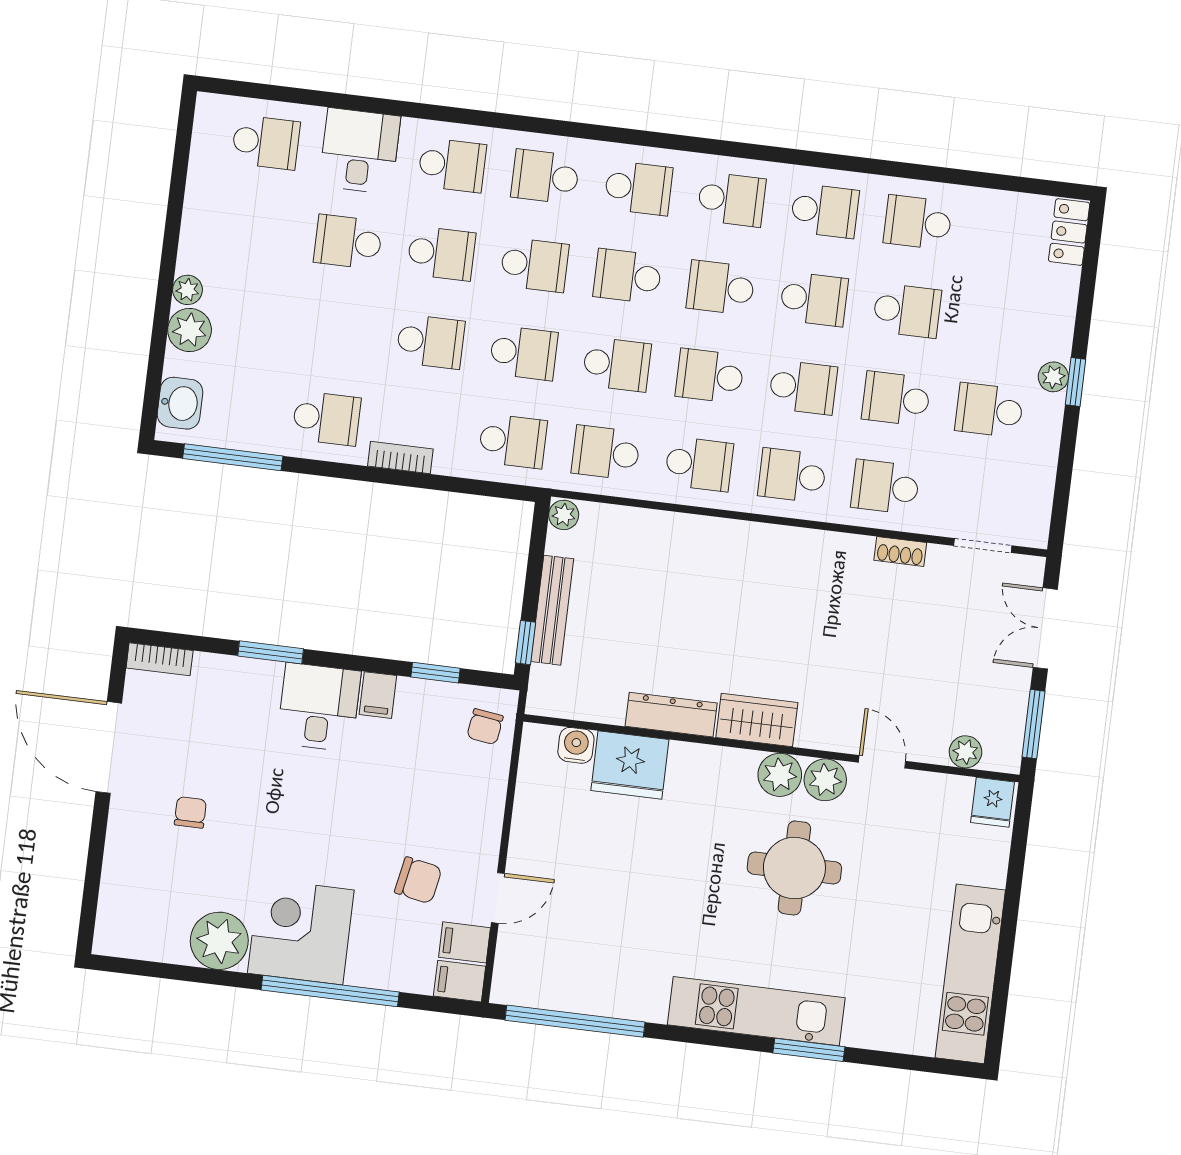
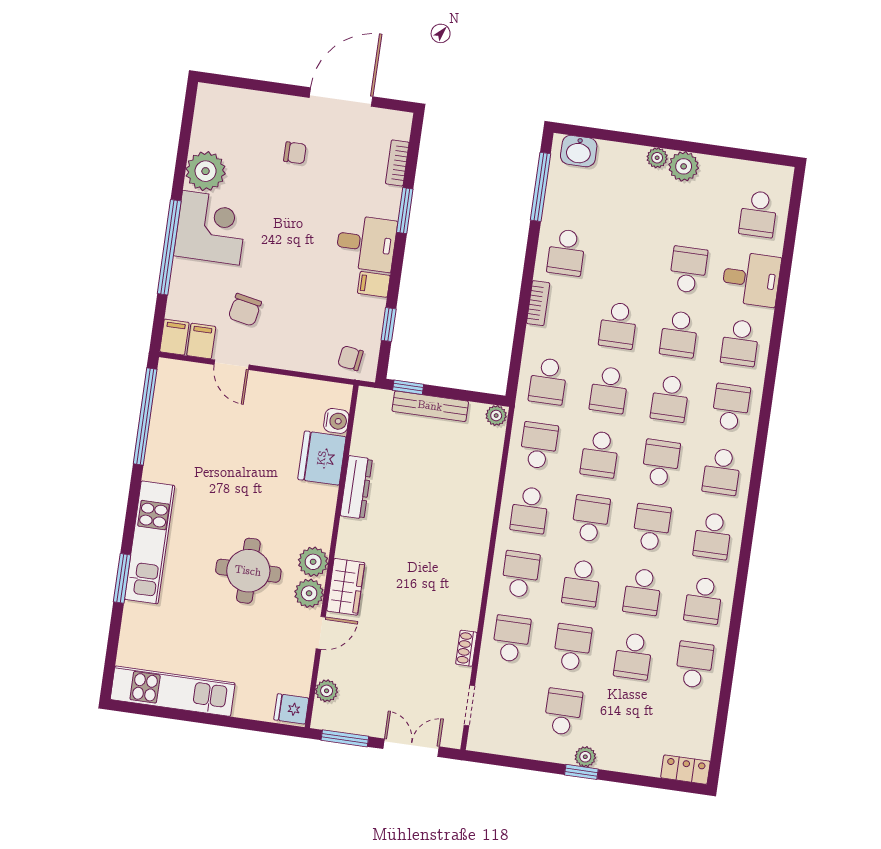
plant: (190, 330) -> (684, 166), moved
bookcase: (160, 659) -> (397, 163), moved
wardrobe: (757, 720) -> (346, 587), moved

